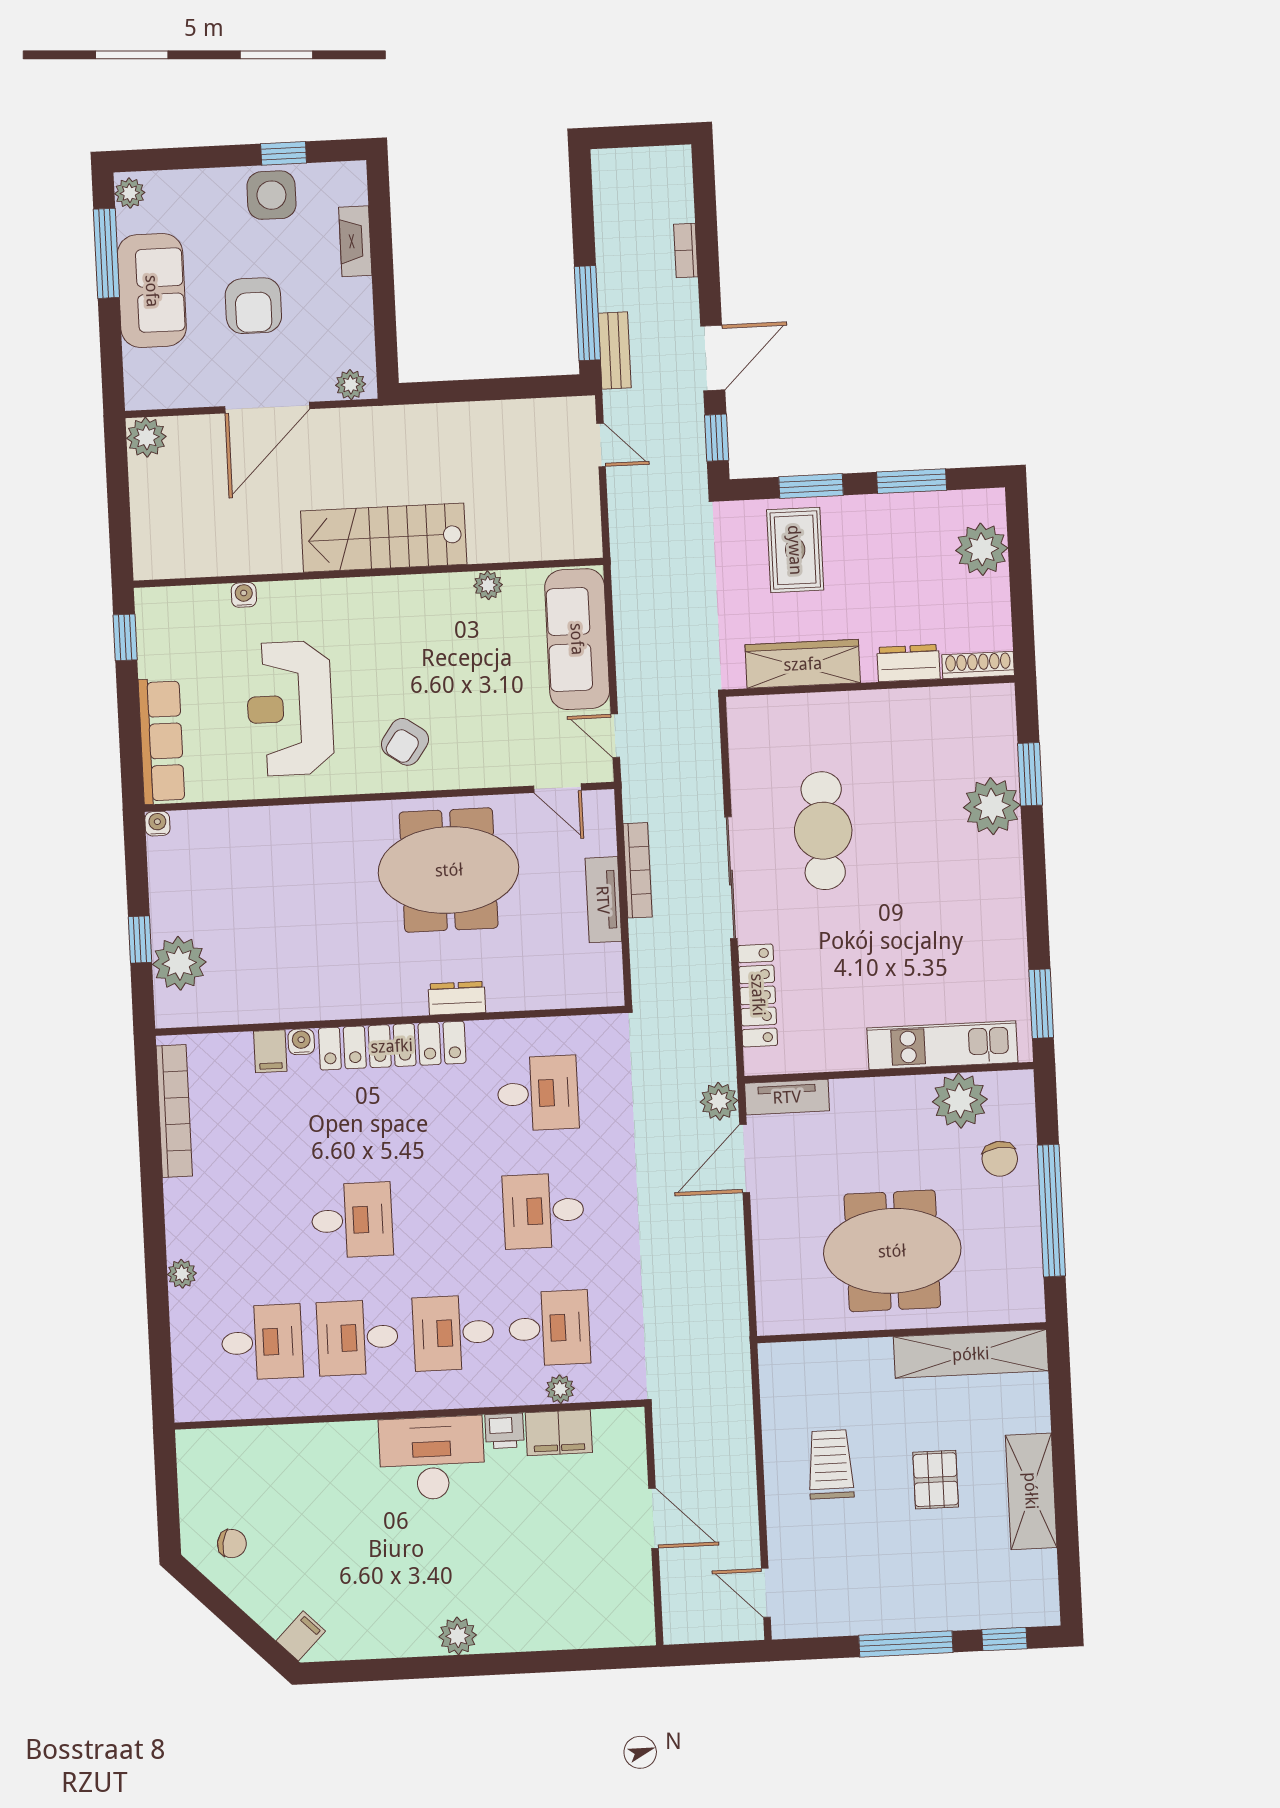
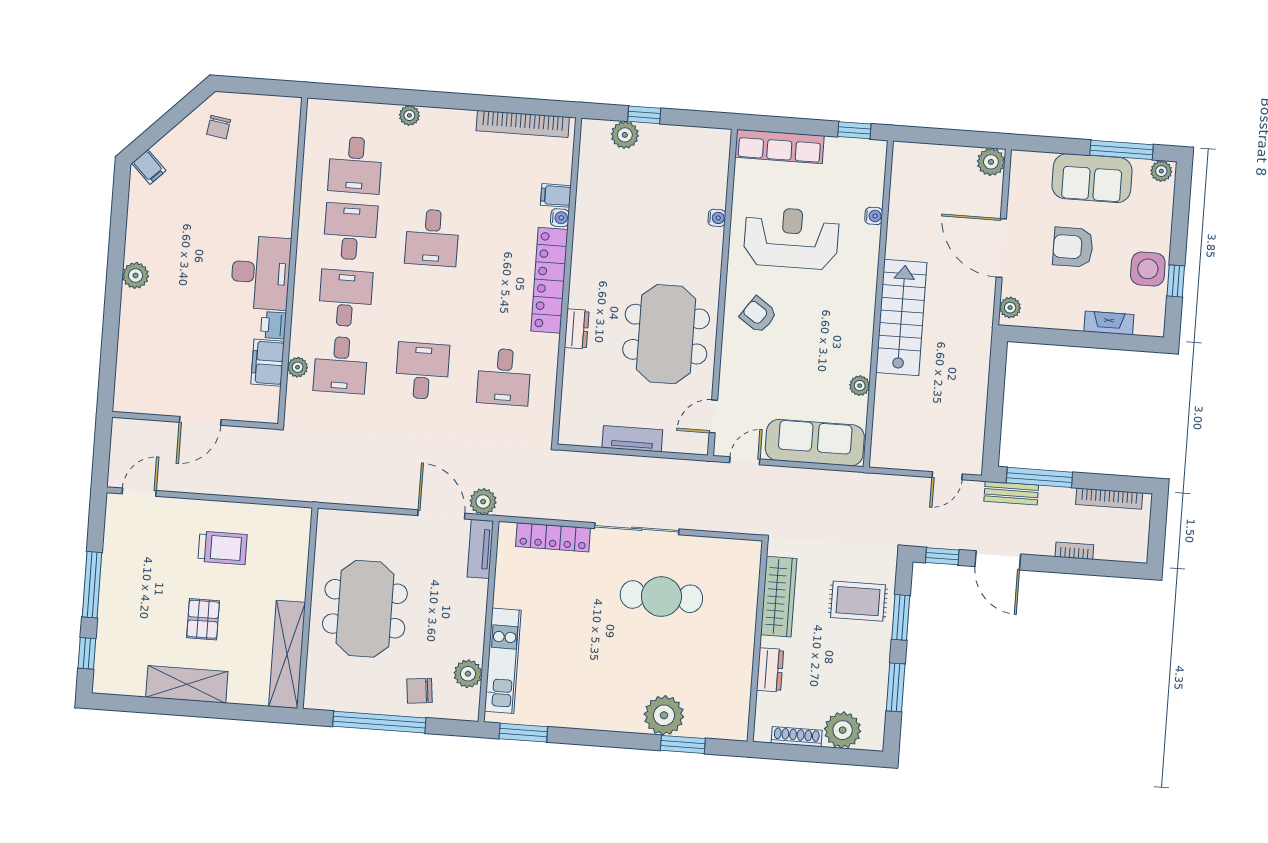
shoe rack: (978, 665) -> (797, 737), moved, turned -90
water cooler: (157, 824) -> (717, 218), moved
bookcase: (638, 870) -> (1109, 499), moved
plant: (179, 963) -> (625, 135), width x0.73, depth x0.73
plant: (960, 1101) -> (468, 674), width x0.73, depth x0.73
pallet: (936, 1480) -> (203, 619), turned 90

